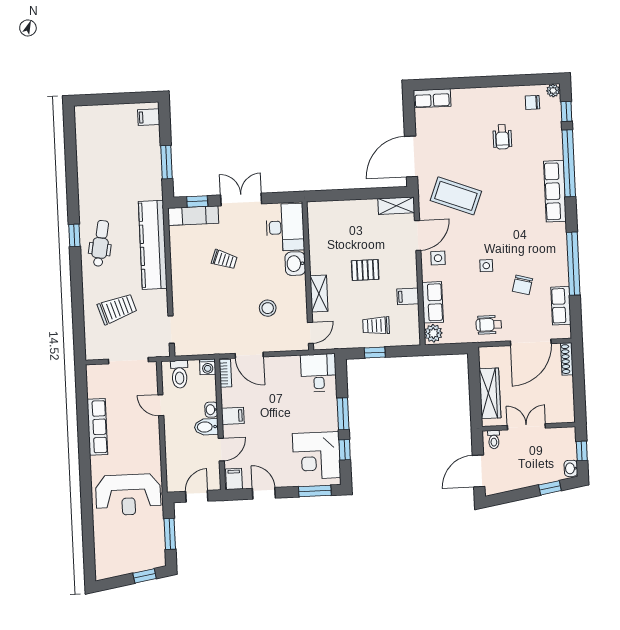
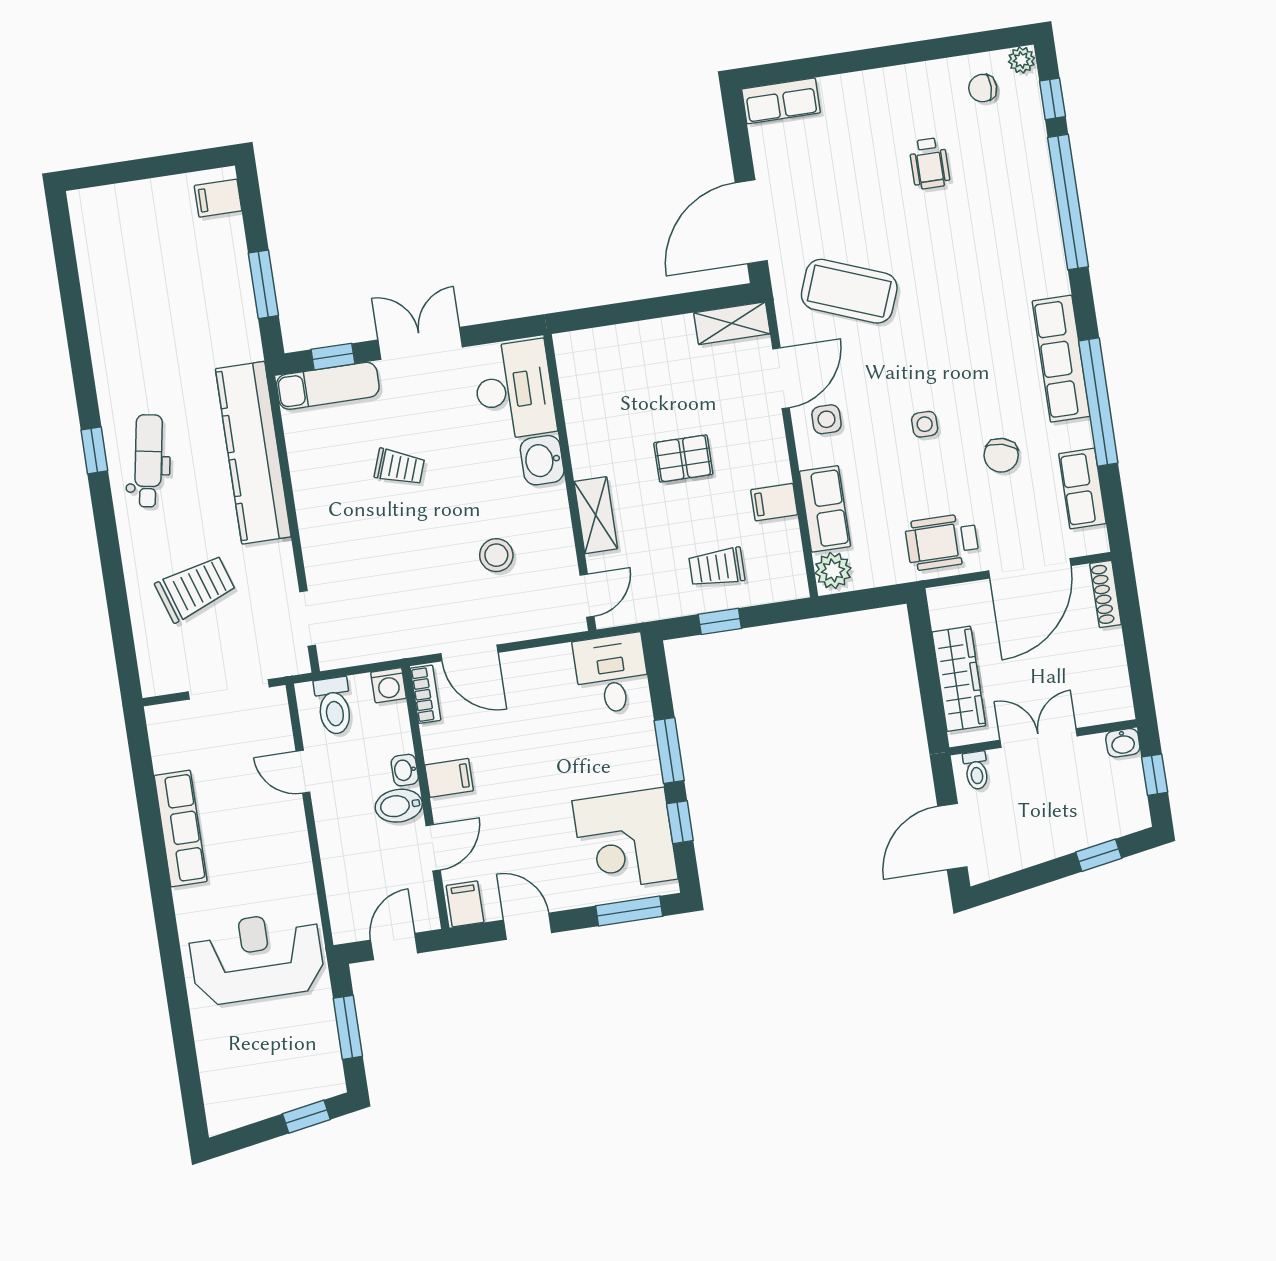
row of seats: (555, 191) -> (1061, 359), moved
wheelchair: (489, 325) -> (942, 542), width x1.36, depth x1.37
washbasin: (571, 468) -> (1123, 743), moved, turned -90
reception desk: (128, 495) -> (257, 958), turned 180

